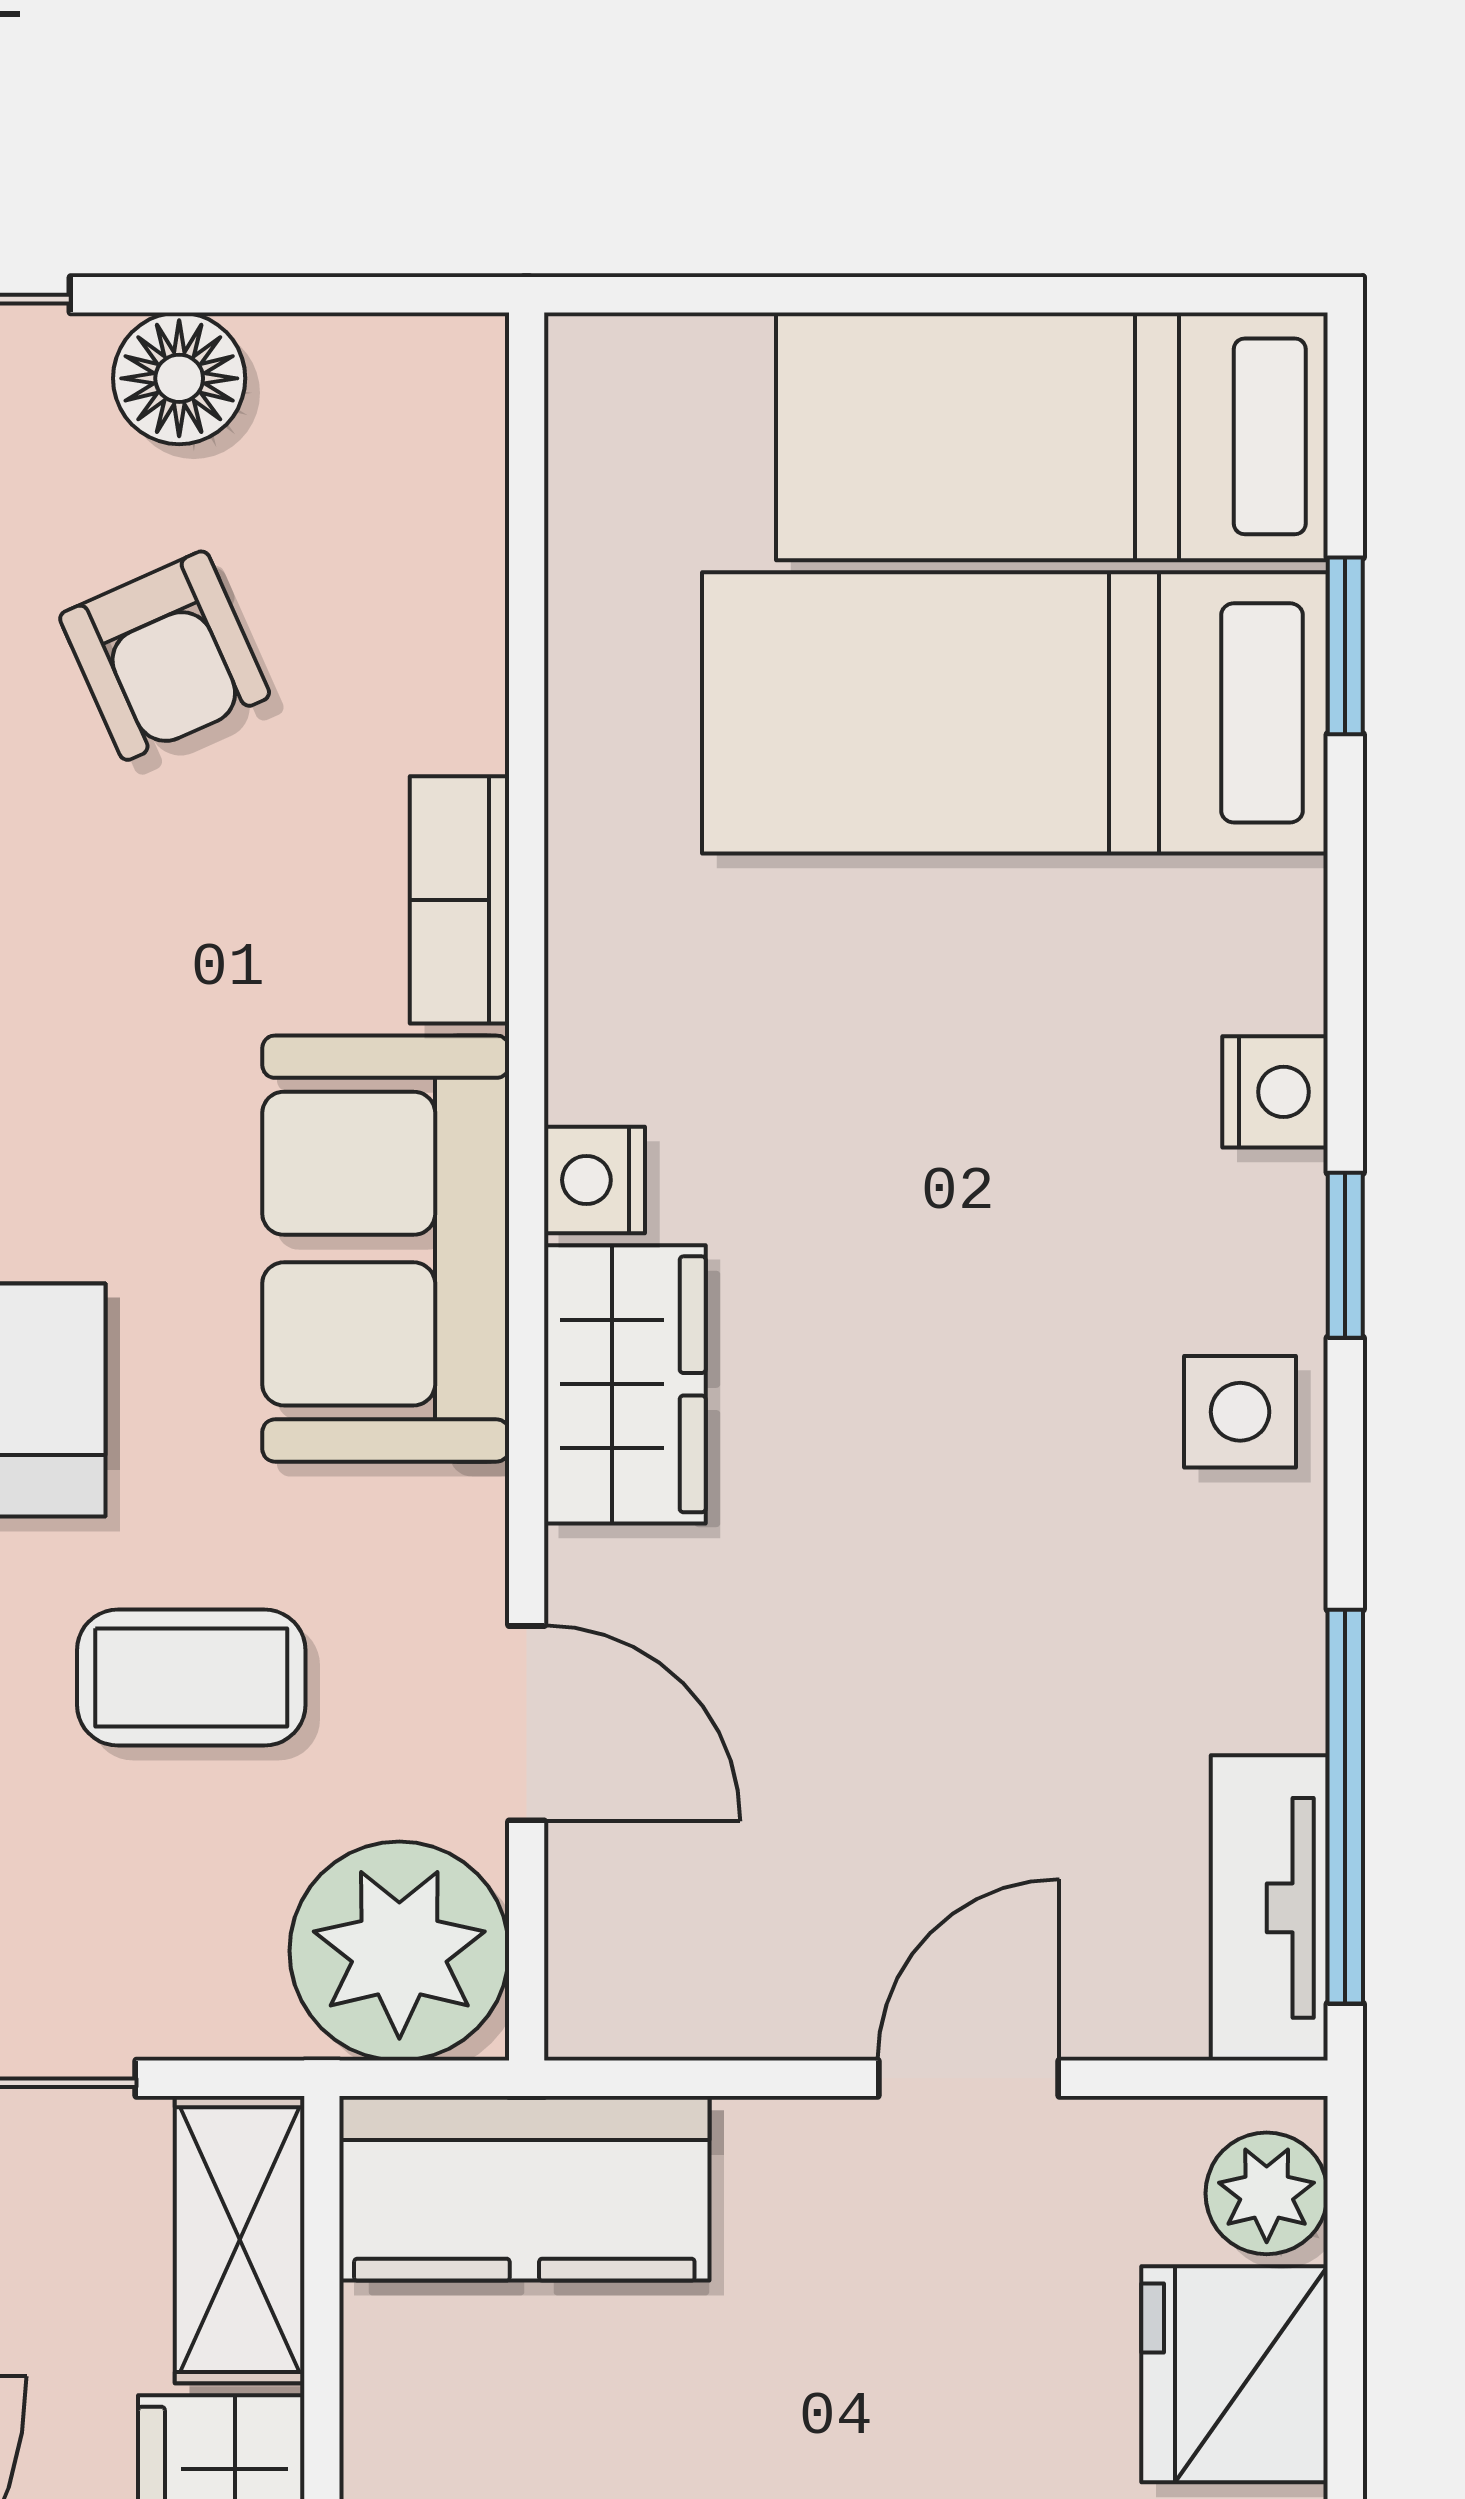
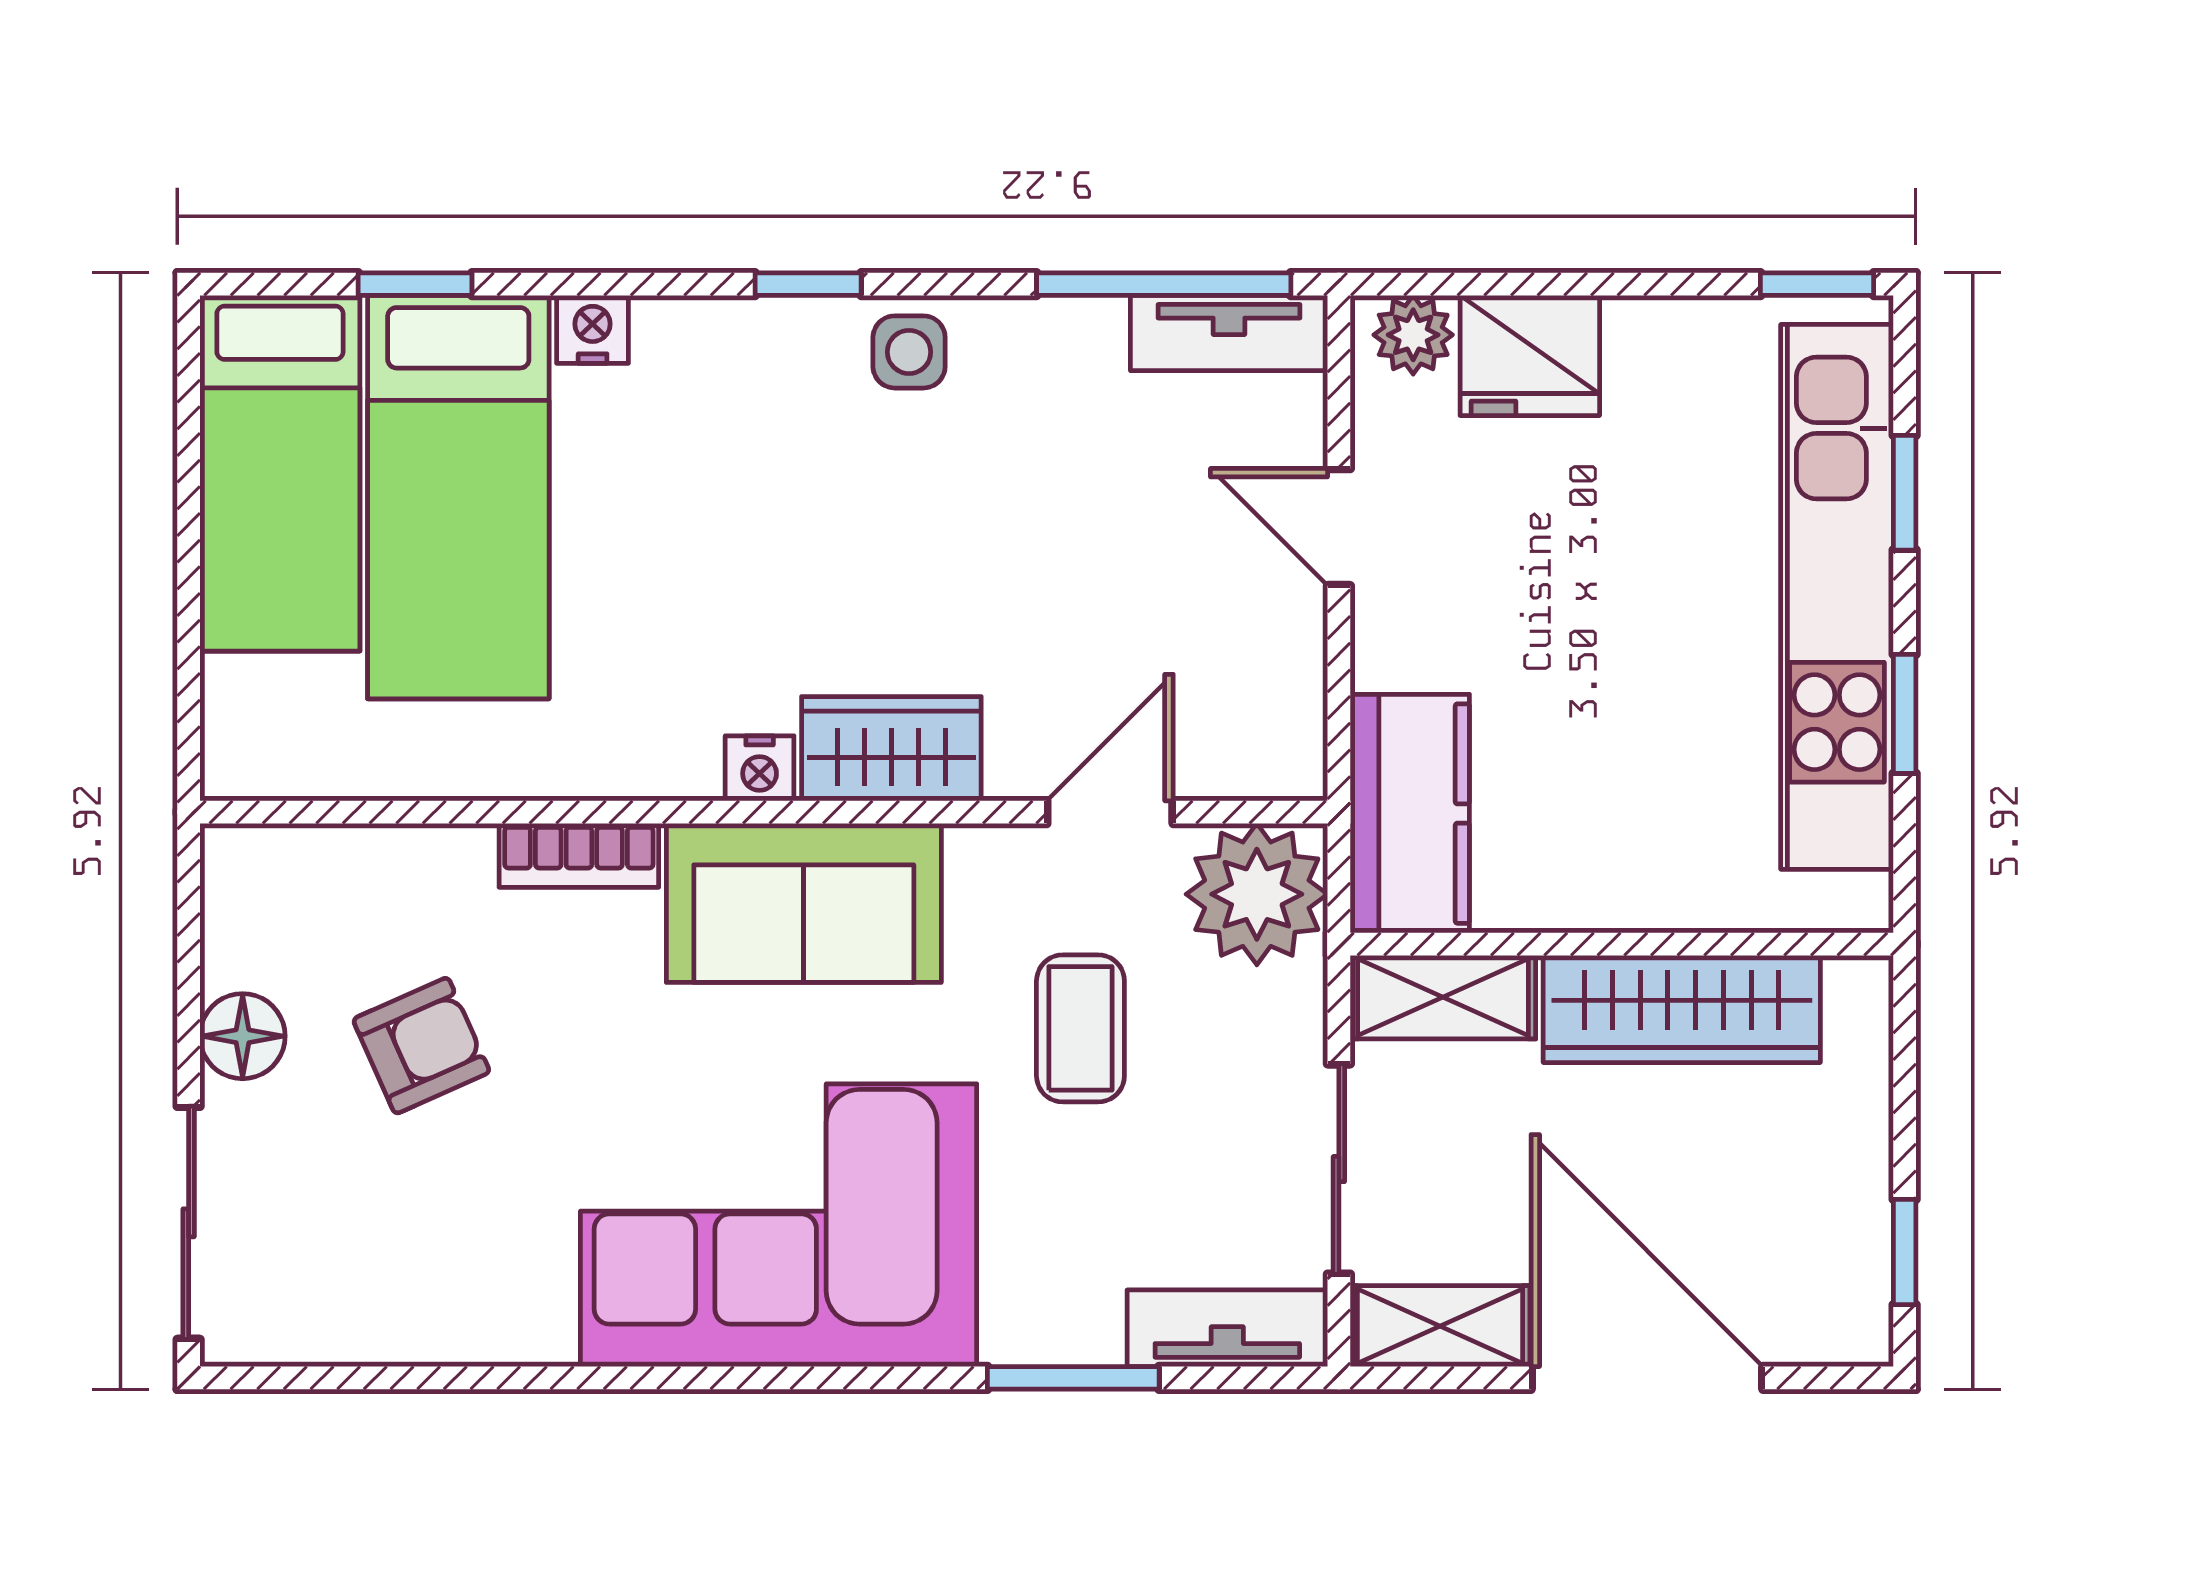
nightstand: (1275, 1092) -> (593, 329), moved

